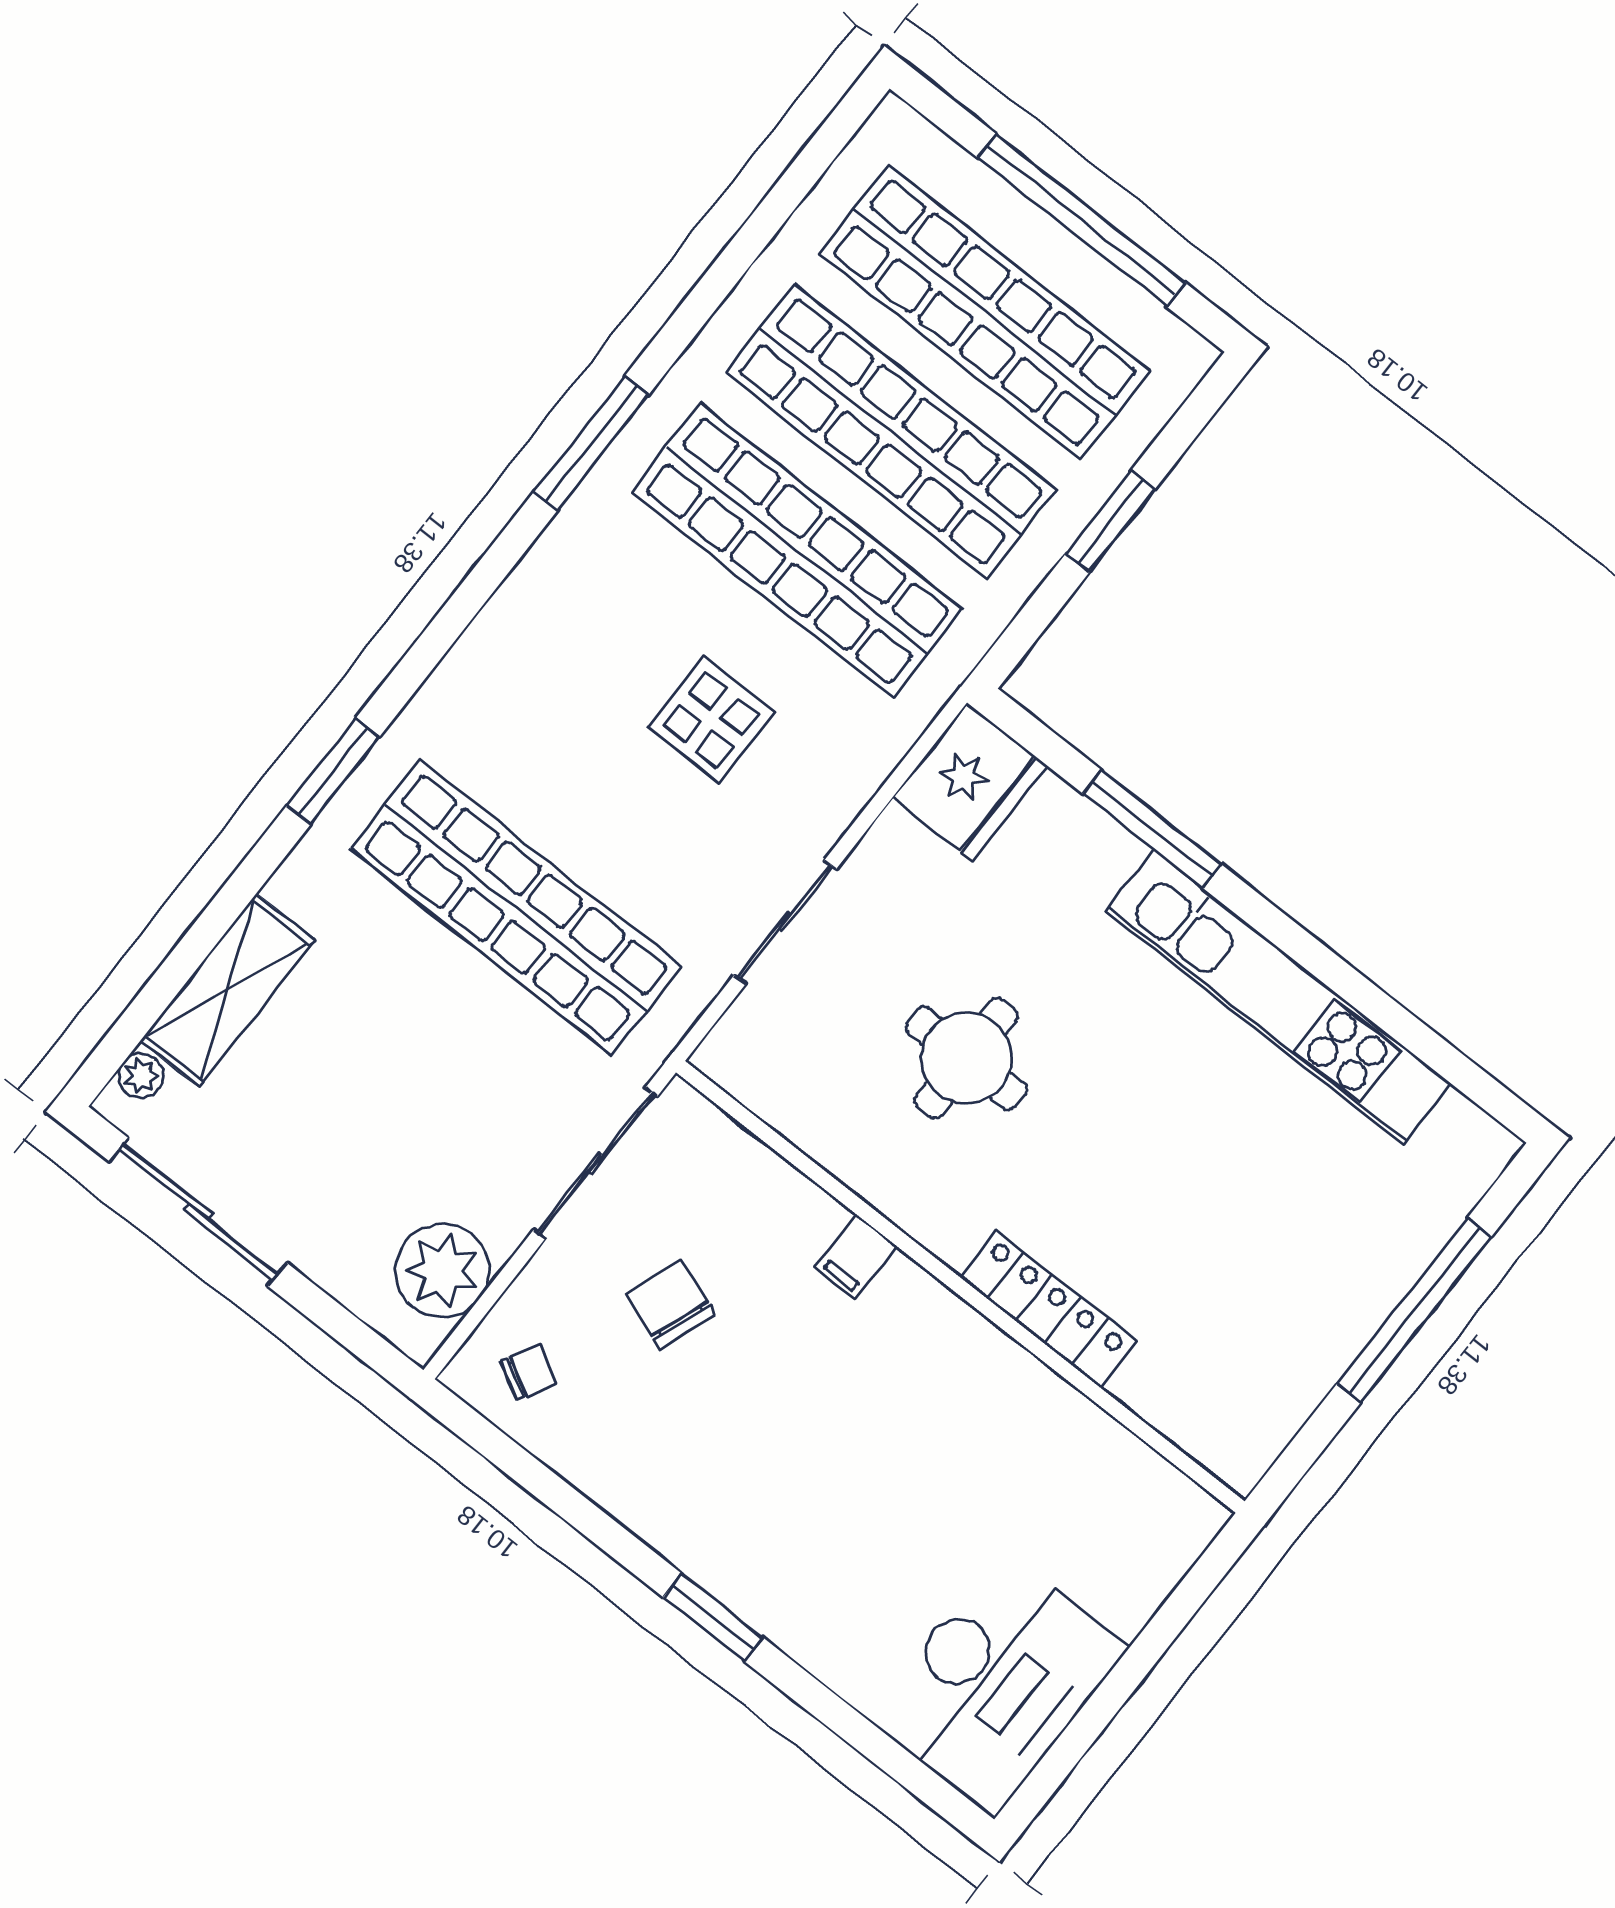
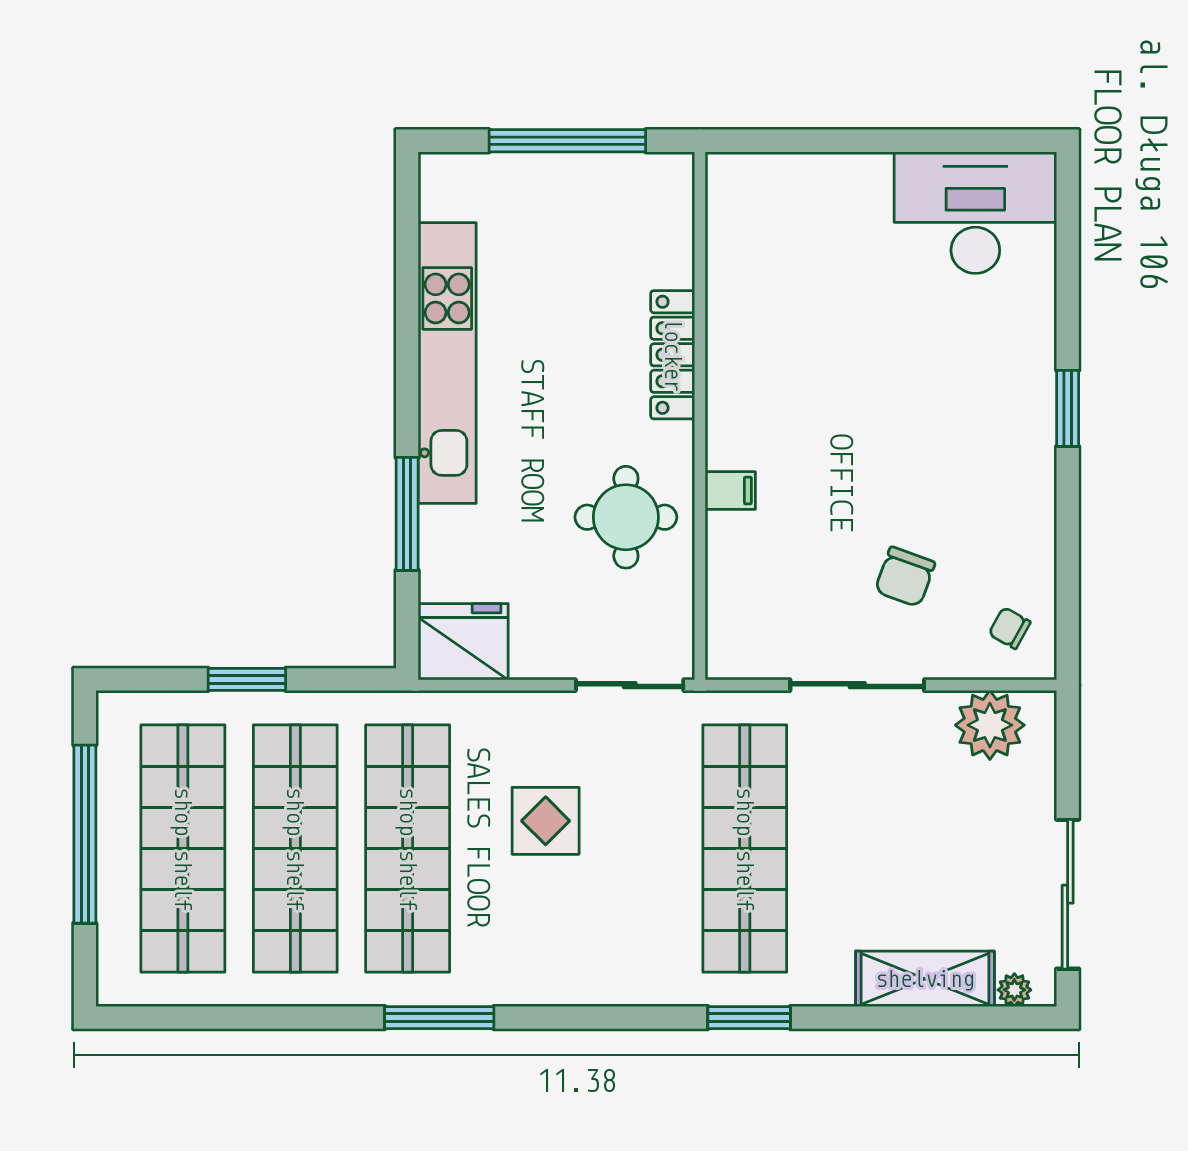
filing cabinet: (856, 1257) -> (730, 491), moved
wall: (960, 1287) -> (700, 416), moved
locker: (1048, 1309) -> (673, 355), moved

